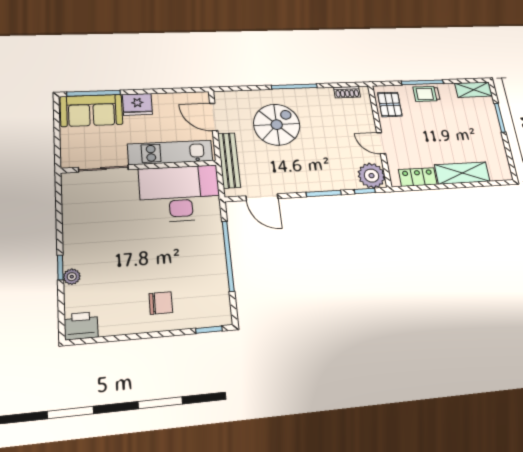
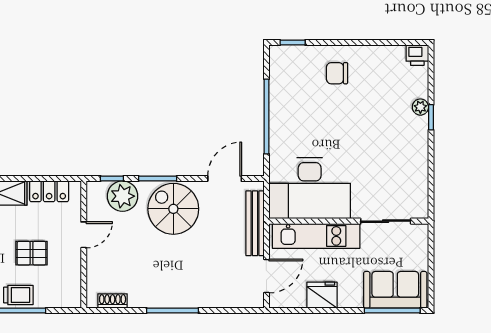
fridge: (137, 104) -> (322, 295), moved
pallet: (390, 104) -> (32, 253), moved, turned 90
door: (214, 117) -> (266, 276), hinge flipped
spiral stairs: (277, 125) -> (173, 209), moved, turned 90
door: (381, 143) -> (84, 235), hinge flipped
plant: (372, 176) -> (123, 196), moved
door: (262, 197) -> (225, 178), hinge flipped
printer: (81, 326) -> (417, 55), width x0.73, depth x0.81

